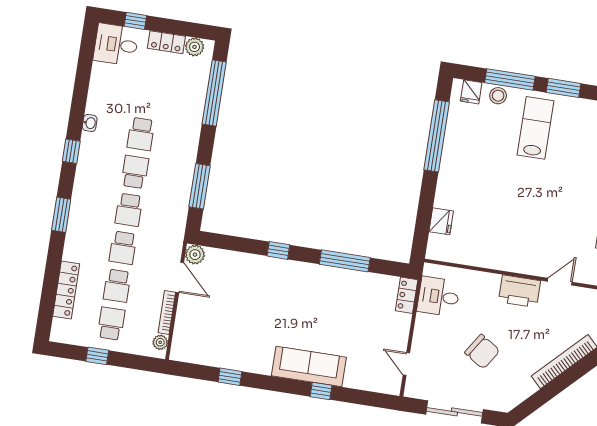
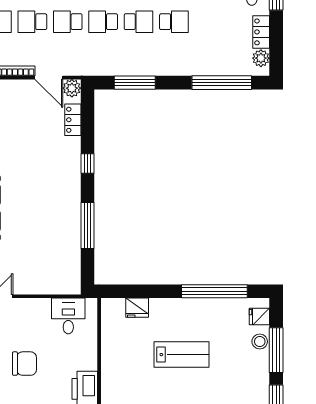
lab bench: (536, 128) -> (182, 355), moved
school desk: (141, 134) -> (174, 22), turned 180
door: (180, 277) -> (49, 78), hinge flipped
locker: (407, 295) -> (73, 120), moved, turned -90
chair: (482, 352) -> (24, 364), turned -123

